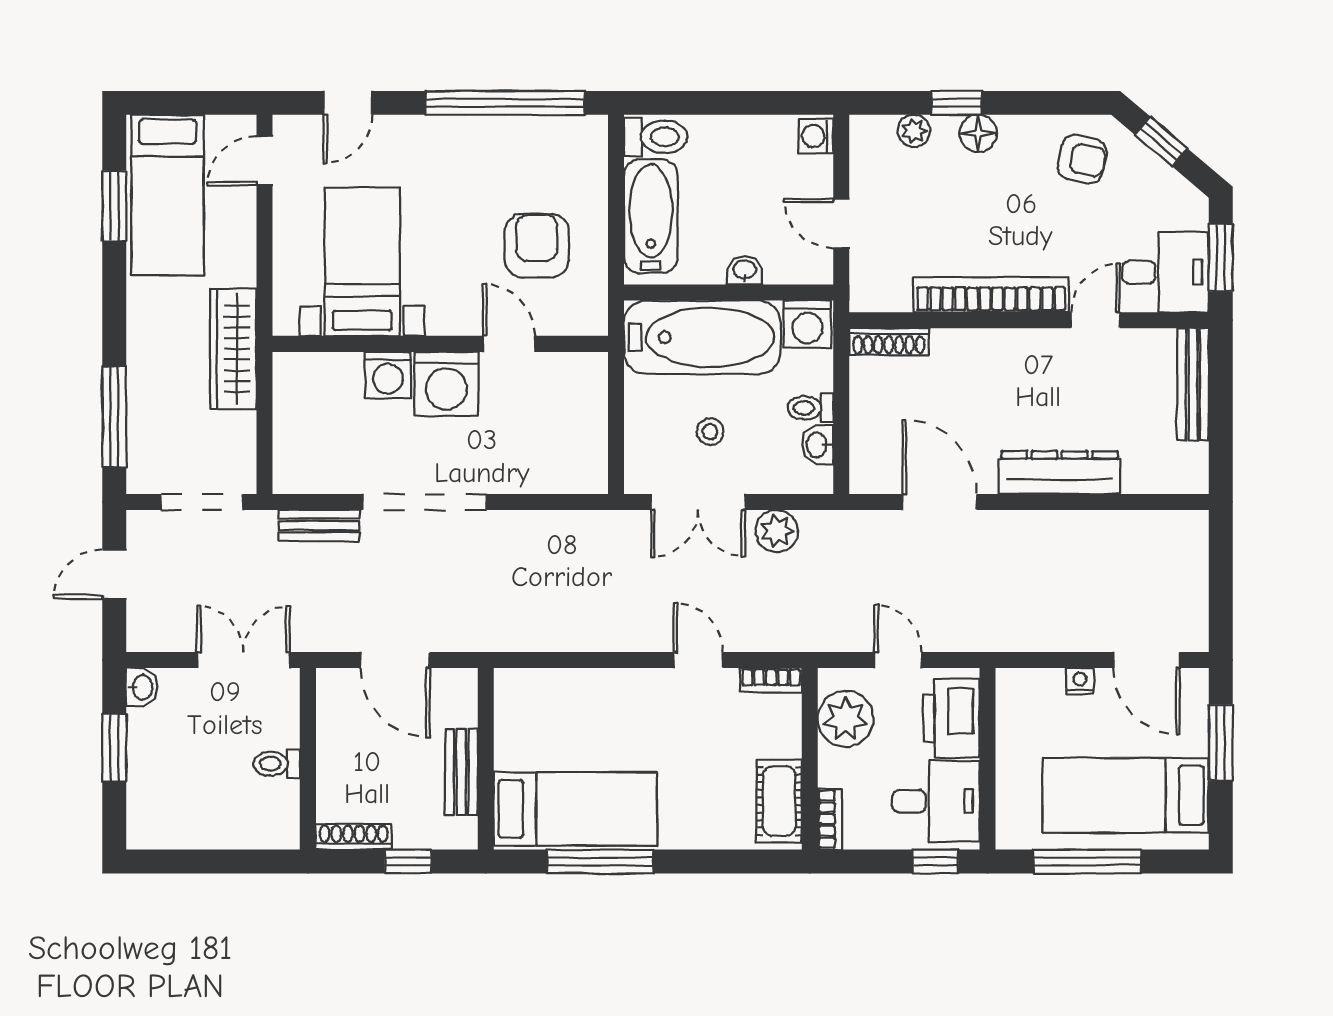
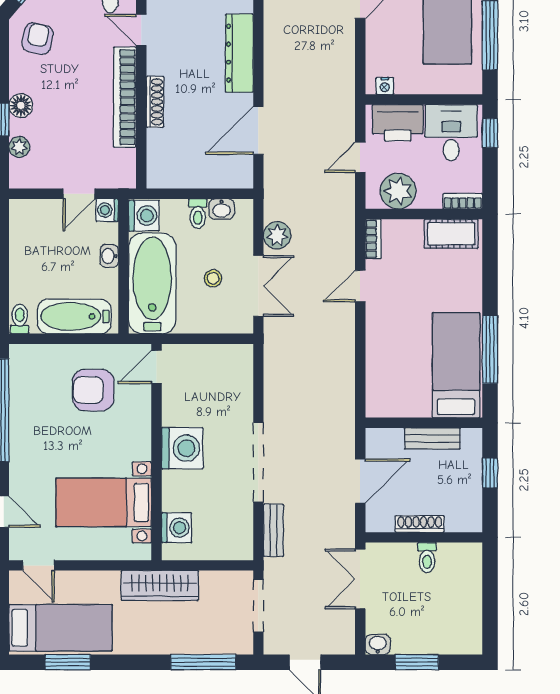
washing machine: (816, 136) -> (107, 210), moved, turned 90
toilet: (656, 137) -> (20, 319), width x0.73, depth x0.72
shoe rack: (889, 342) -> (155, 102), moved
door: (509, 344) -> (157, 367), moved
washing machine: (388, 375) -> (177, 528), moved
nightstand: (1080, 681) -> (385, 86), moved, turned -90
shoe rack: (354, 837) -> (420, 524), moved, turned 90

